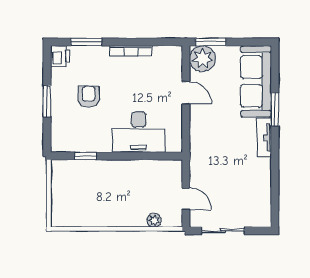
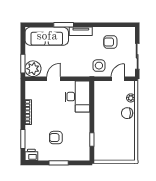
desk: (139, 132) -> (77, 97), moved
side table: (208, 168) -> (99, 66), added
armchair: (247, 186) -> (110, 42), added
chair: (129, 214) -> (127, 113), added

